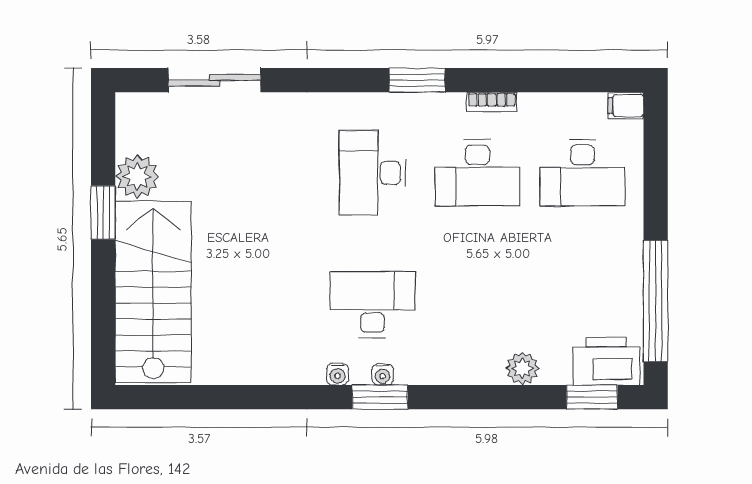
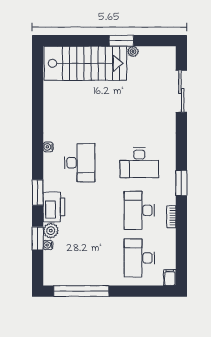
desk: (372, 173) -> (139, 163), turned 180
plant: (137, 176) -> (133, 51), width x0.53, depth x0.53
printer: (606, 361) -> (54, 207), moved
water cooler: (383, 374) -> (48, 245), moved
window: (380, 397) -> (38, 192), moved
window: (592, 397) -> (38, 238), moved

